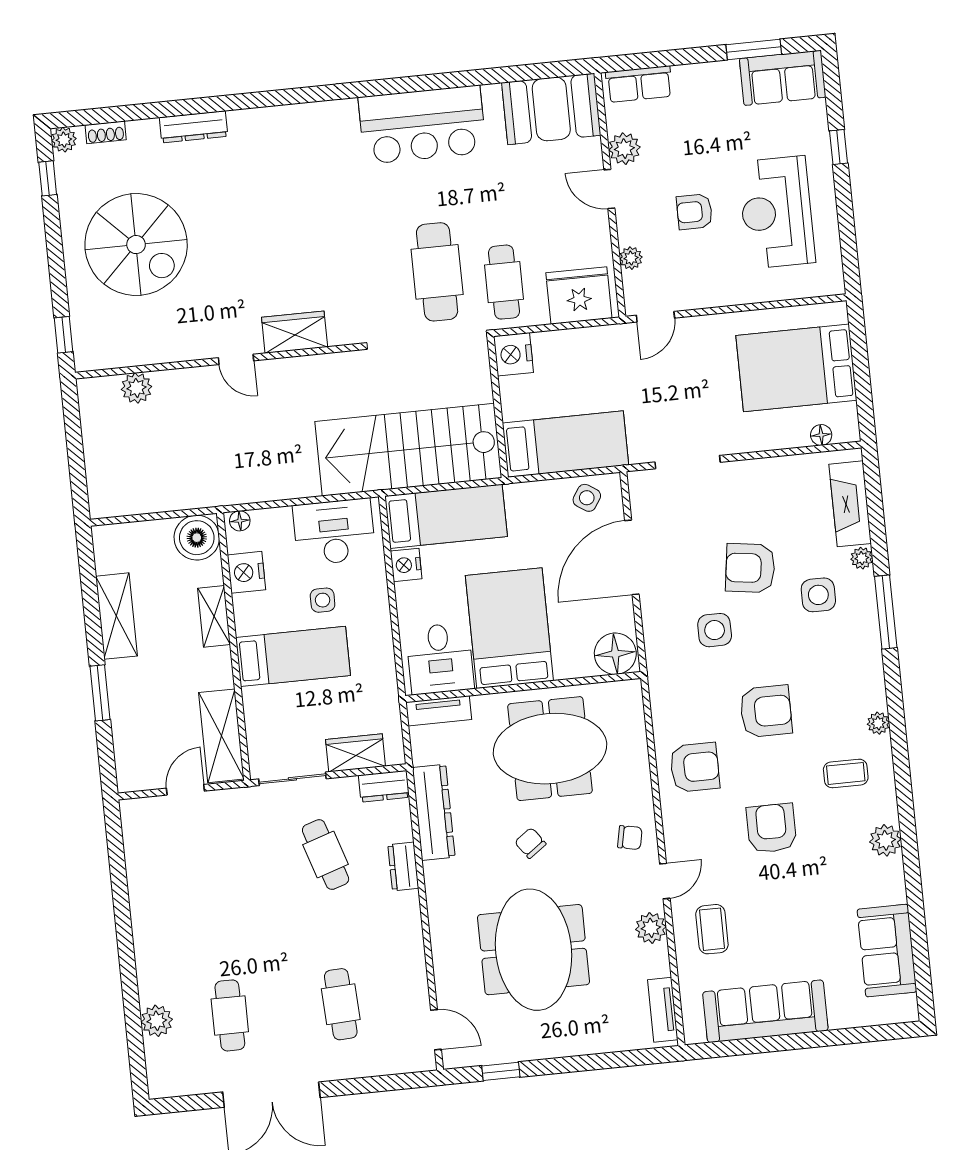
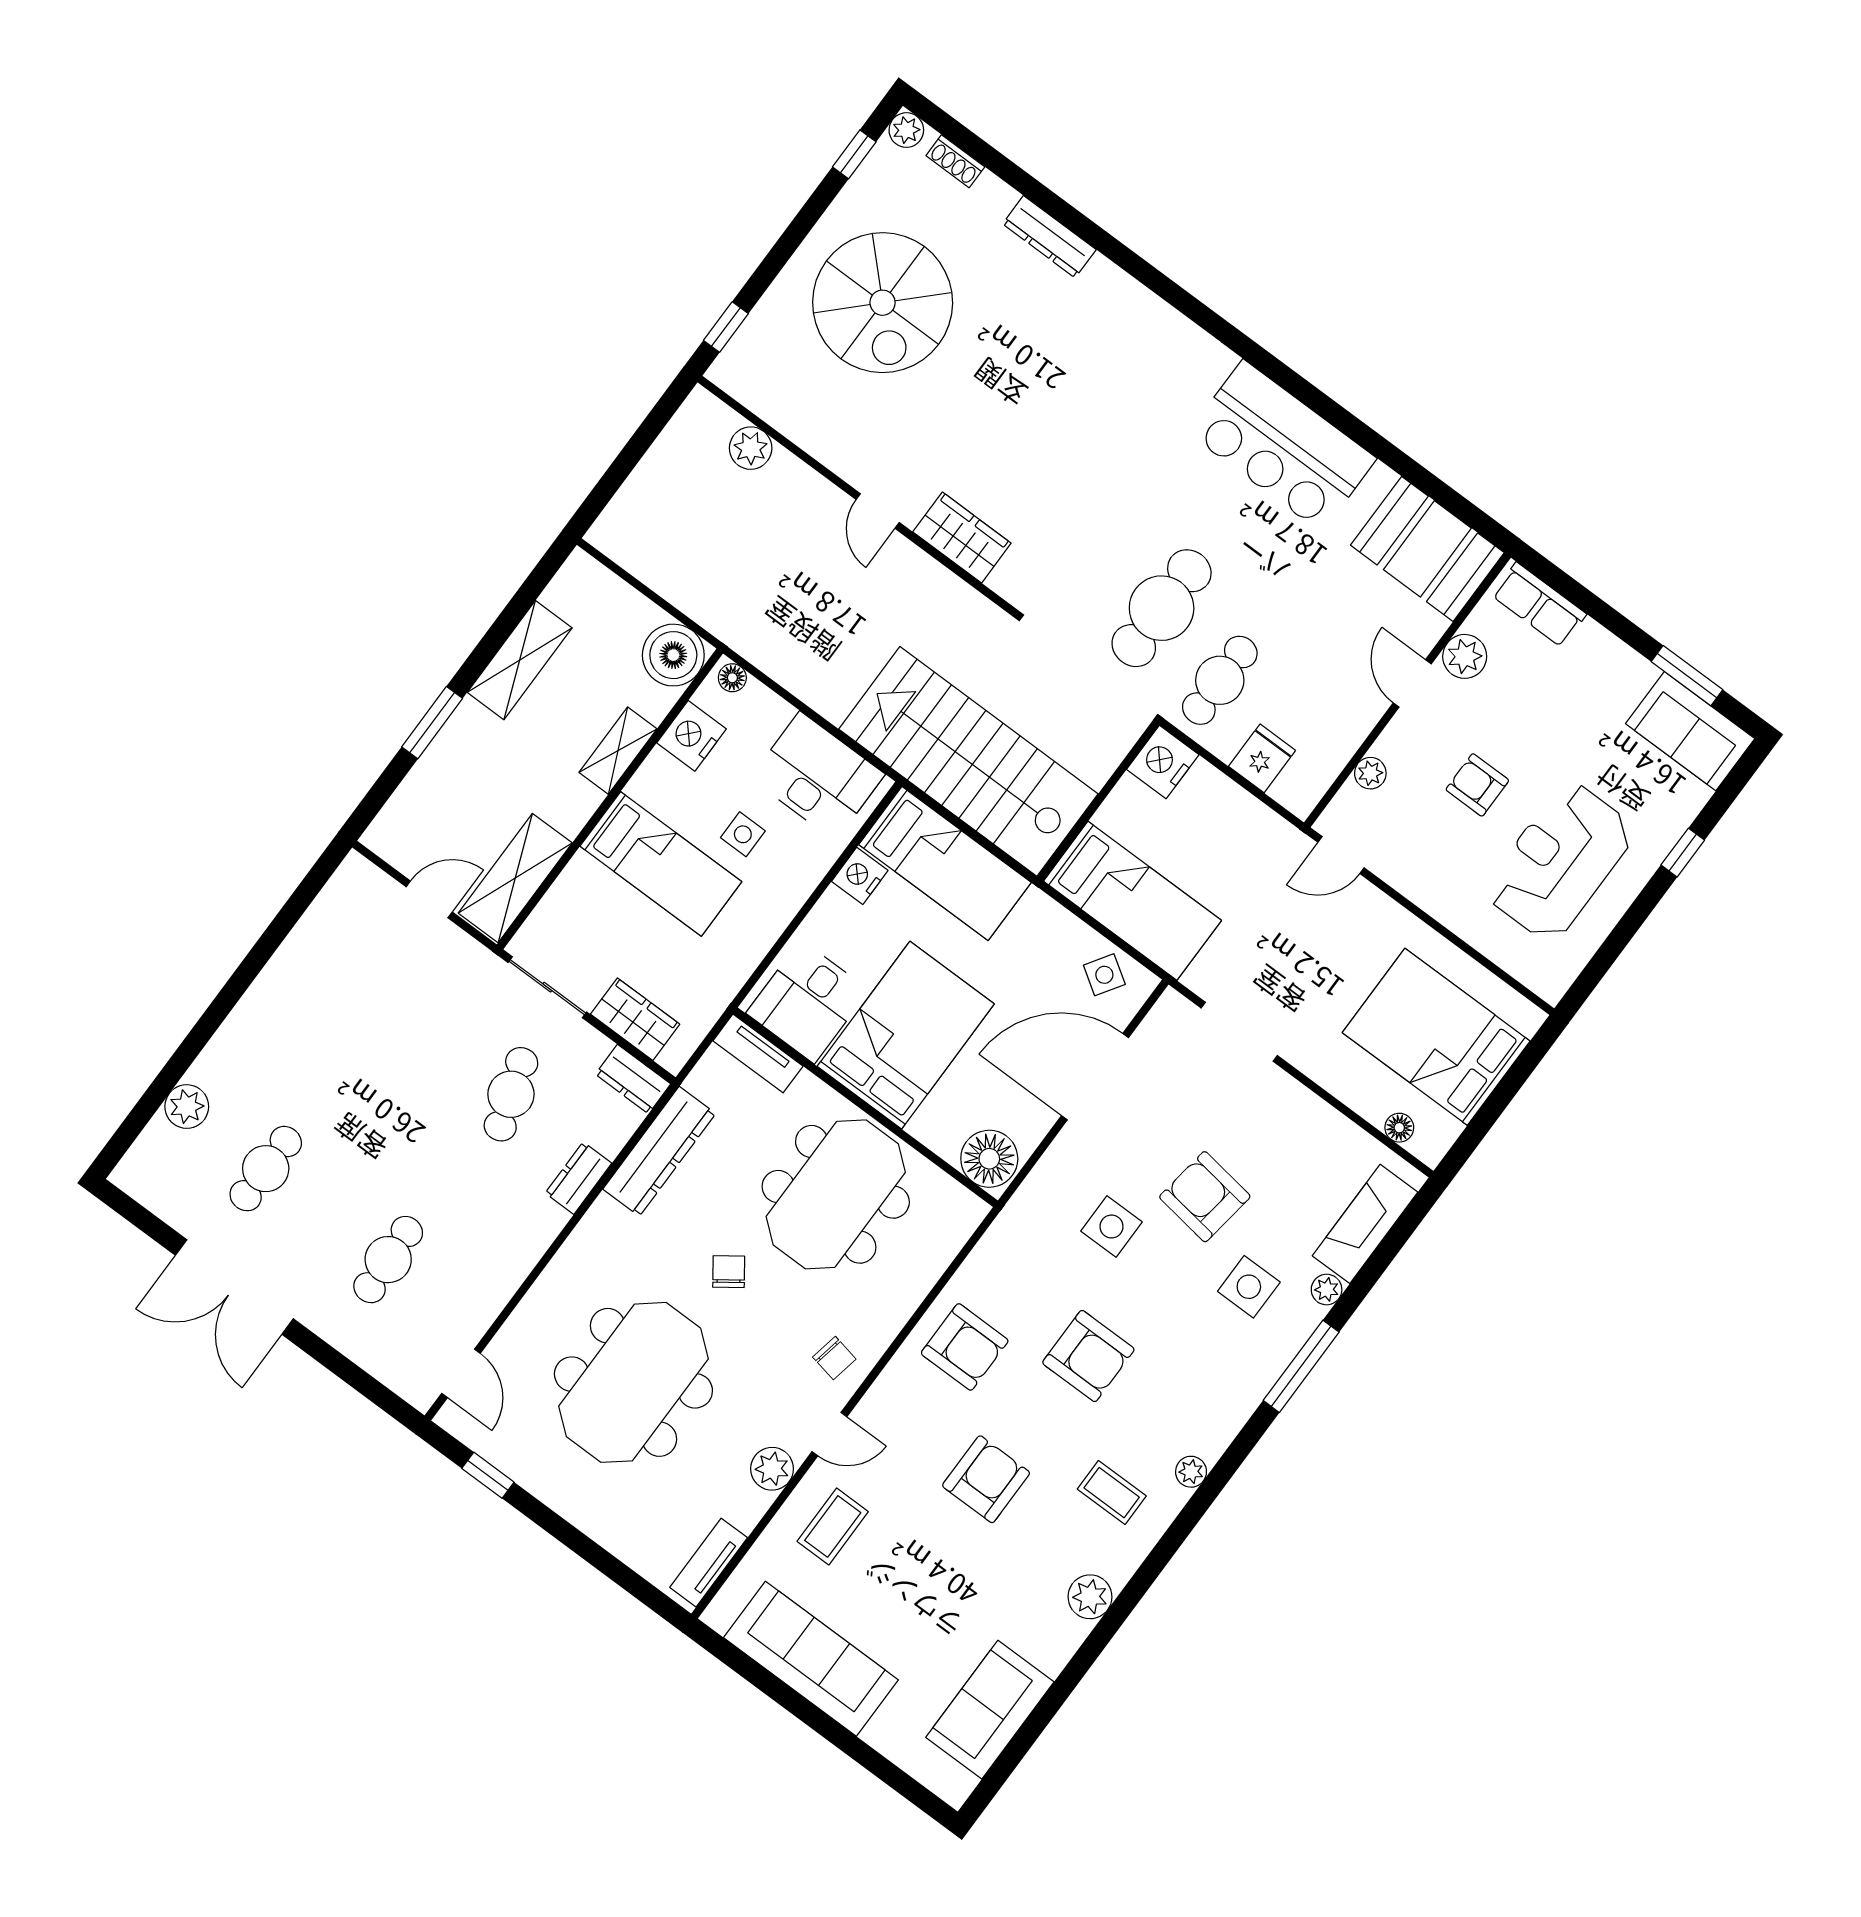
fridge: (579, 295) -> (1262, 758), width x0.53, depth x0.75
meeting table: (550, 749) -> (836, 1194), turned 90

